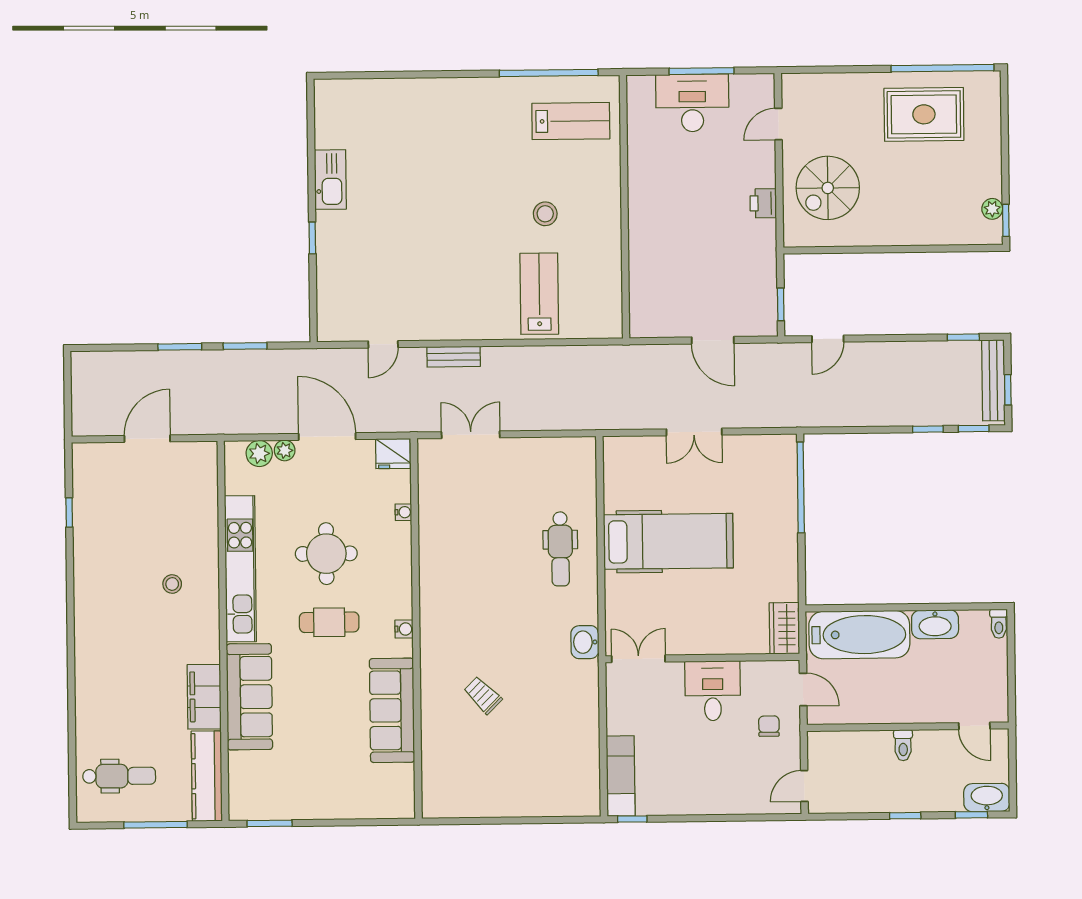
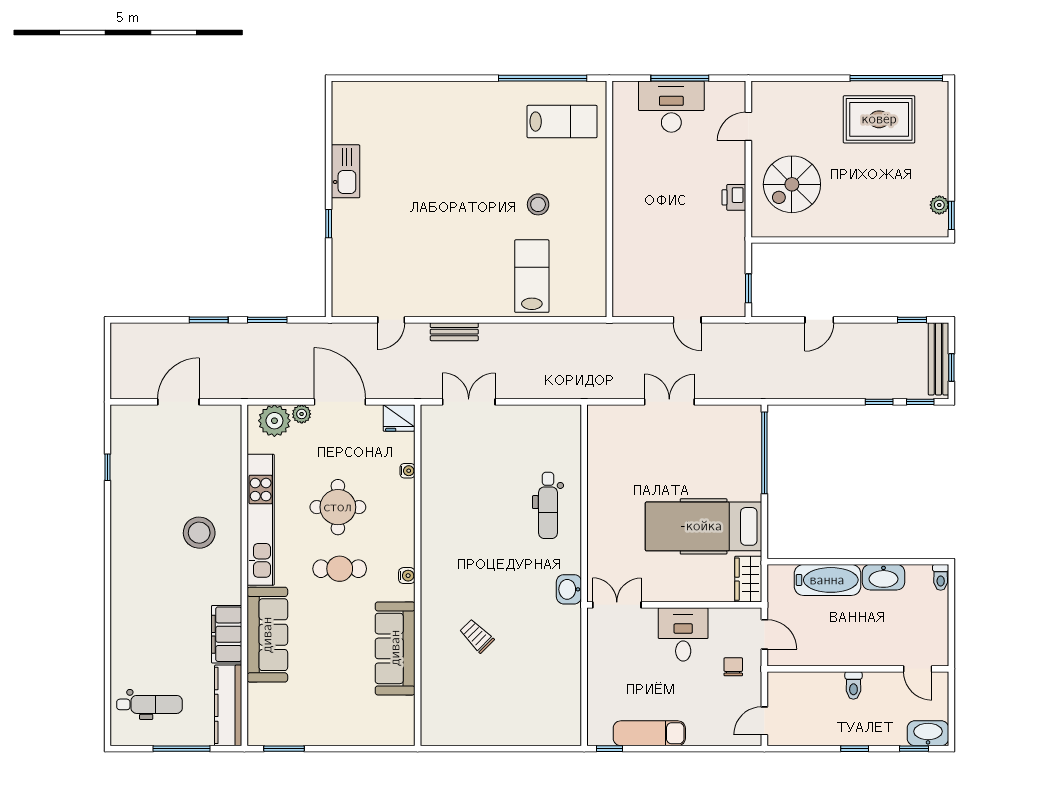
door: (828, 339) -> (819, 320), moved
door: (713, 340) -> (687, 320), width x0.73
double door: (694, 432) -> (669, 402), swing flipped
plant: (259, 453) -> (274, 421), width x1.36, depth x1.36
hospital bed: (668, 541) -> (704, 526), moved, turned 180
stool: (172, 584) -> (199, 533), width x1.89, depth x1.89
bathtub: (859, 635) -> (827, 580), width x0.73, depth x0.73
exam couch: (621, 776) -> (649, 733), moved, turned -90

